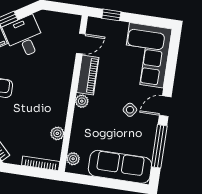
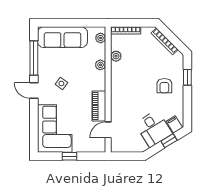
window: (111, 15) -> (69, 156), moved
plant: (82, 101) -> (100, 65), moved
door: (165, 106) -> (34, 91), swing flipped

